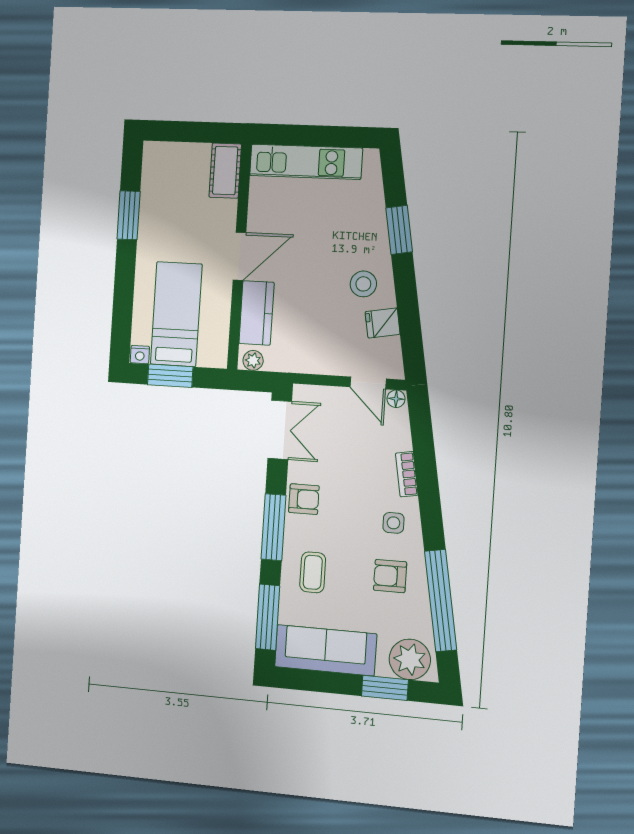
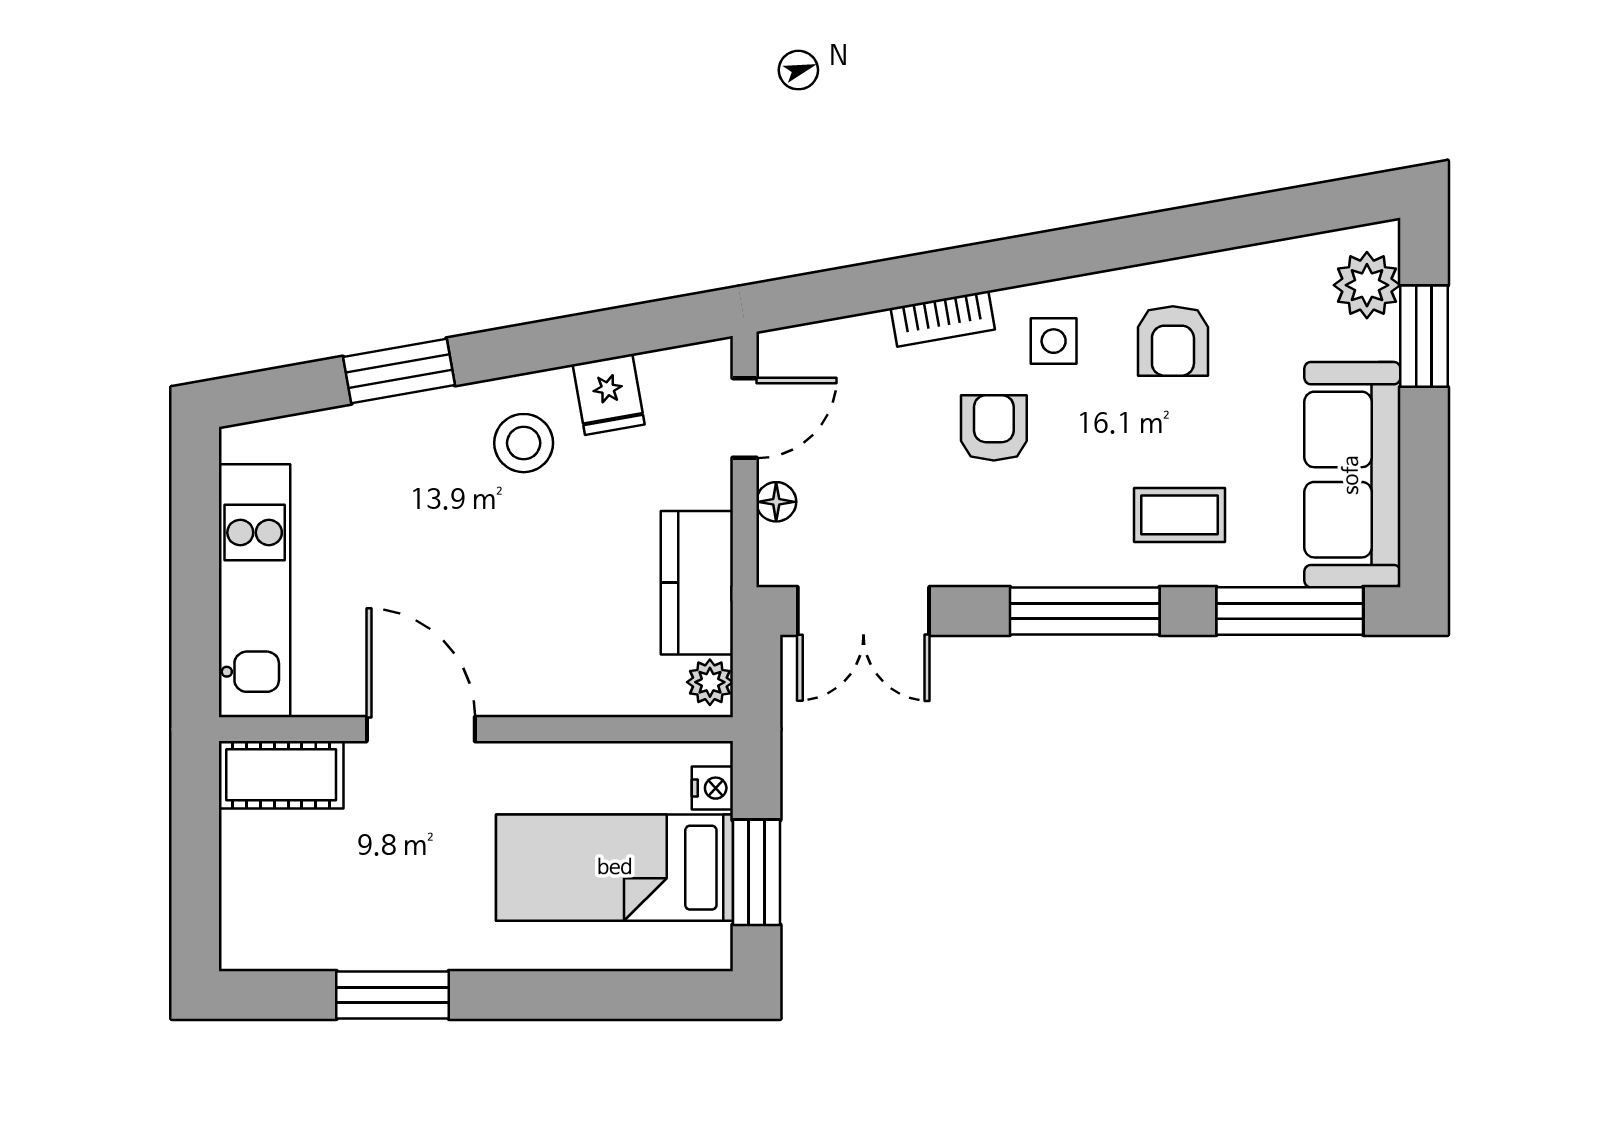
door: (239, 256) -> (421, 729), moved
kitchen counter: (257, 313) -> (697, 583), moved, turned -90
nightstand: (140, 355) -> (712, 788), moved
floor lamp: (396, 399) -> (776, 502), moved
double door: (280, 430) -> (863, 611), swing flipped
armchair: (304, 499) -> (994, 428), moved
window: (441, 600) -> (1218, 226), removed
plant: (410, 659) -> (1367, 285), width x0.73, depth x0.73

